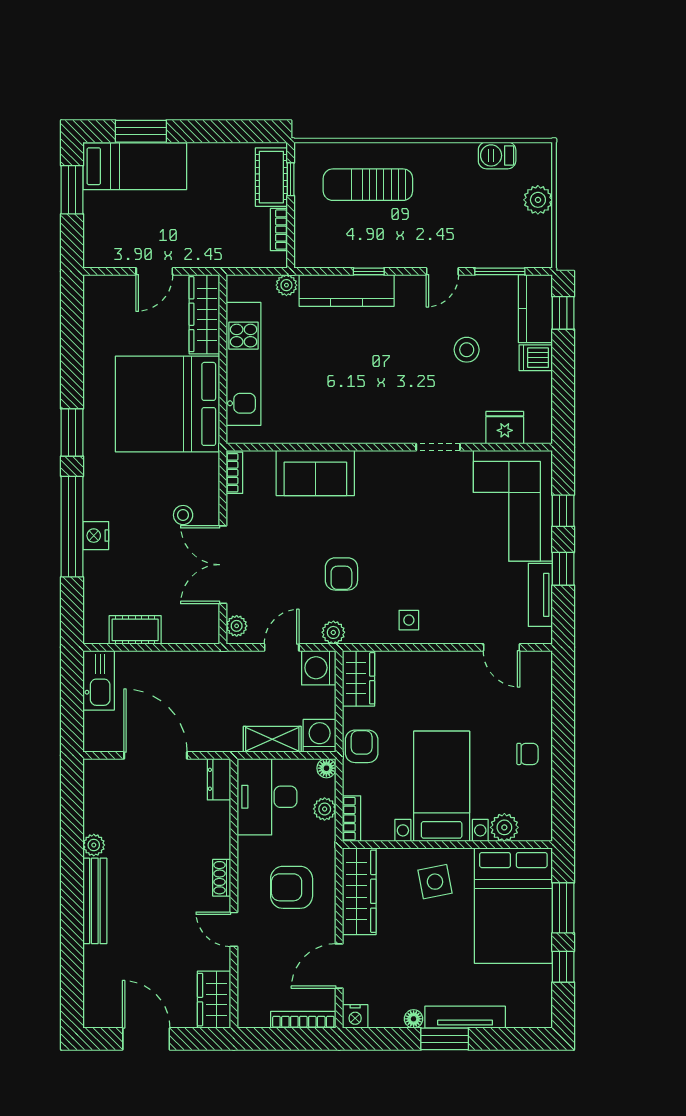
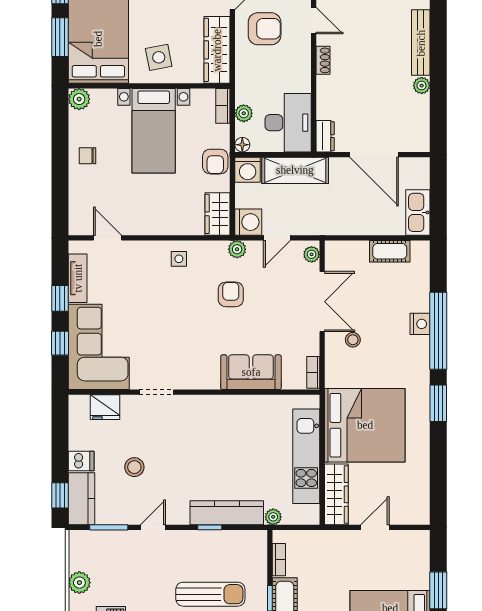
shelving: (272, 739) -> (295, 170), width x1.50, depth x1.33
plant: (504, 827) -> (79, 99), moved
armchair: (292, 887) -> (265, 29), moved

